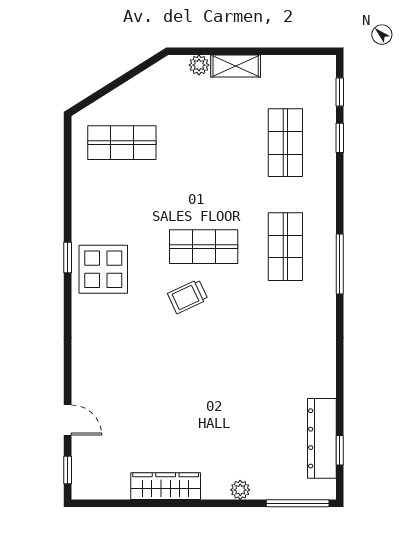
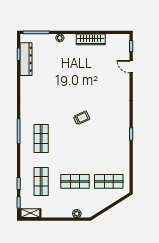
shelving: (236, 66) -> (30, 213), moved
shop shelf: (204, 247) -> (75, 181), moved
display table: (103, 269) -> (116, 129), removed

